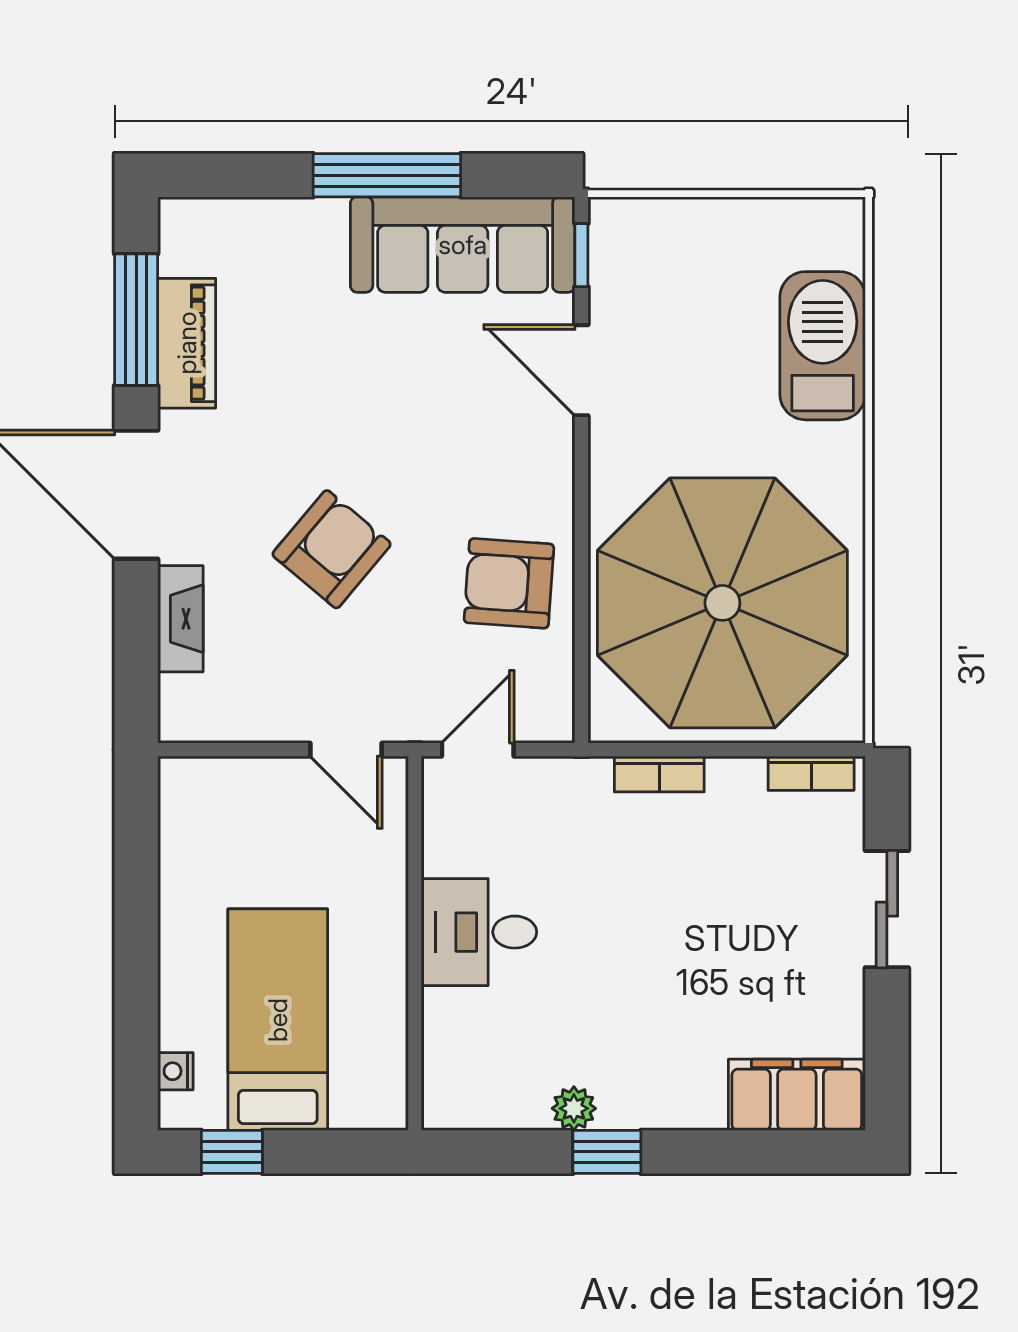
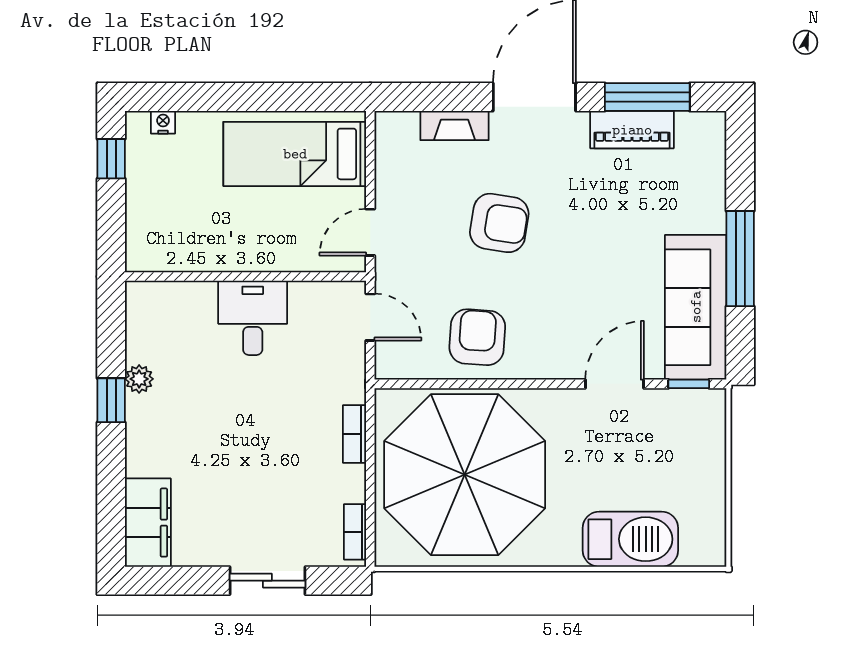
armchair: (332, 549) -> (499, 223), turned -31
bed: (278, 1020) -> (295, 154), moved, turned 180

